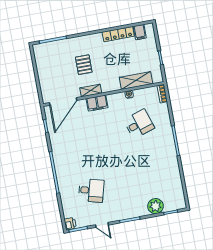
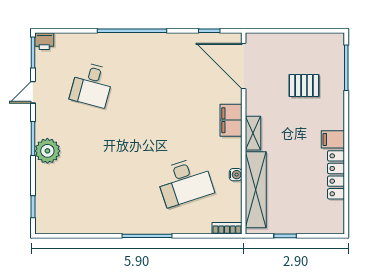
filing cabinet: (140, 32) -> (333, 139), moved
pallet: (84, 65) -> (304, 86), moved
shelving: (136, 81) -> (256, 190), width x1.47
shelving: (91, 91) -> (253, 133), moved
desk: (139, 124) -> (185, 182), width x1.37
plant: (156, 206) -> (47, 151), moved

